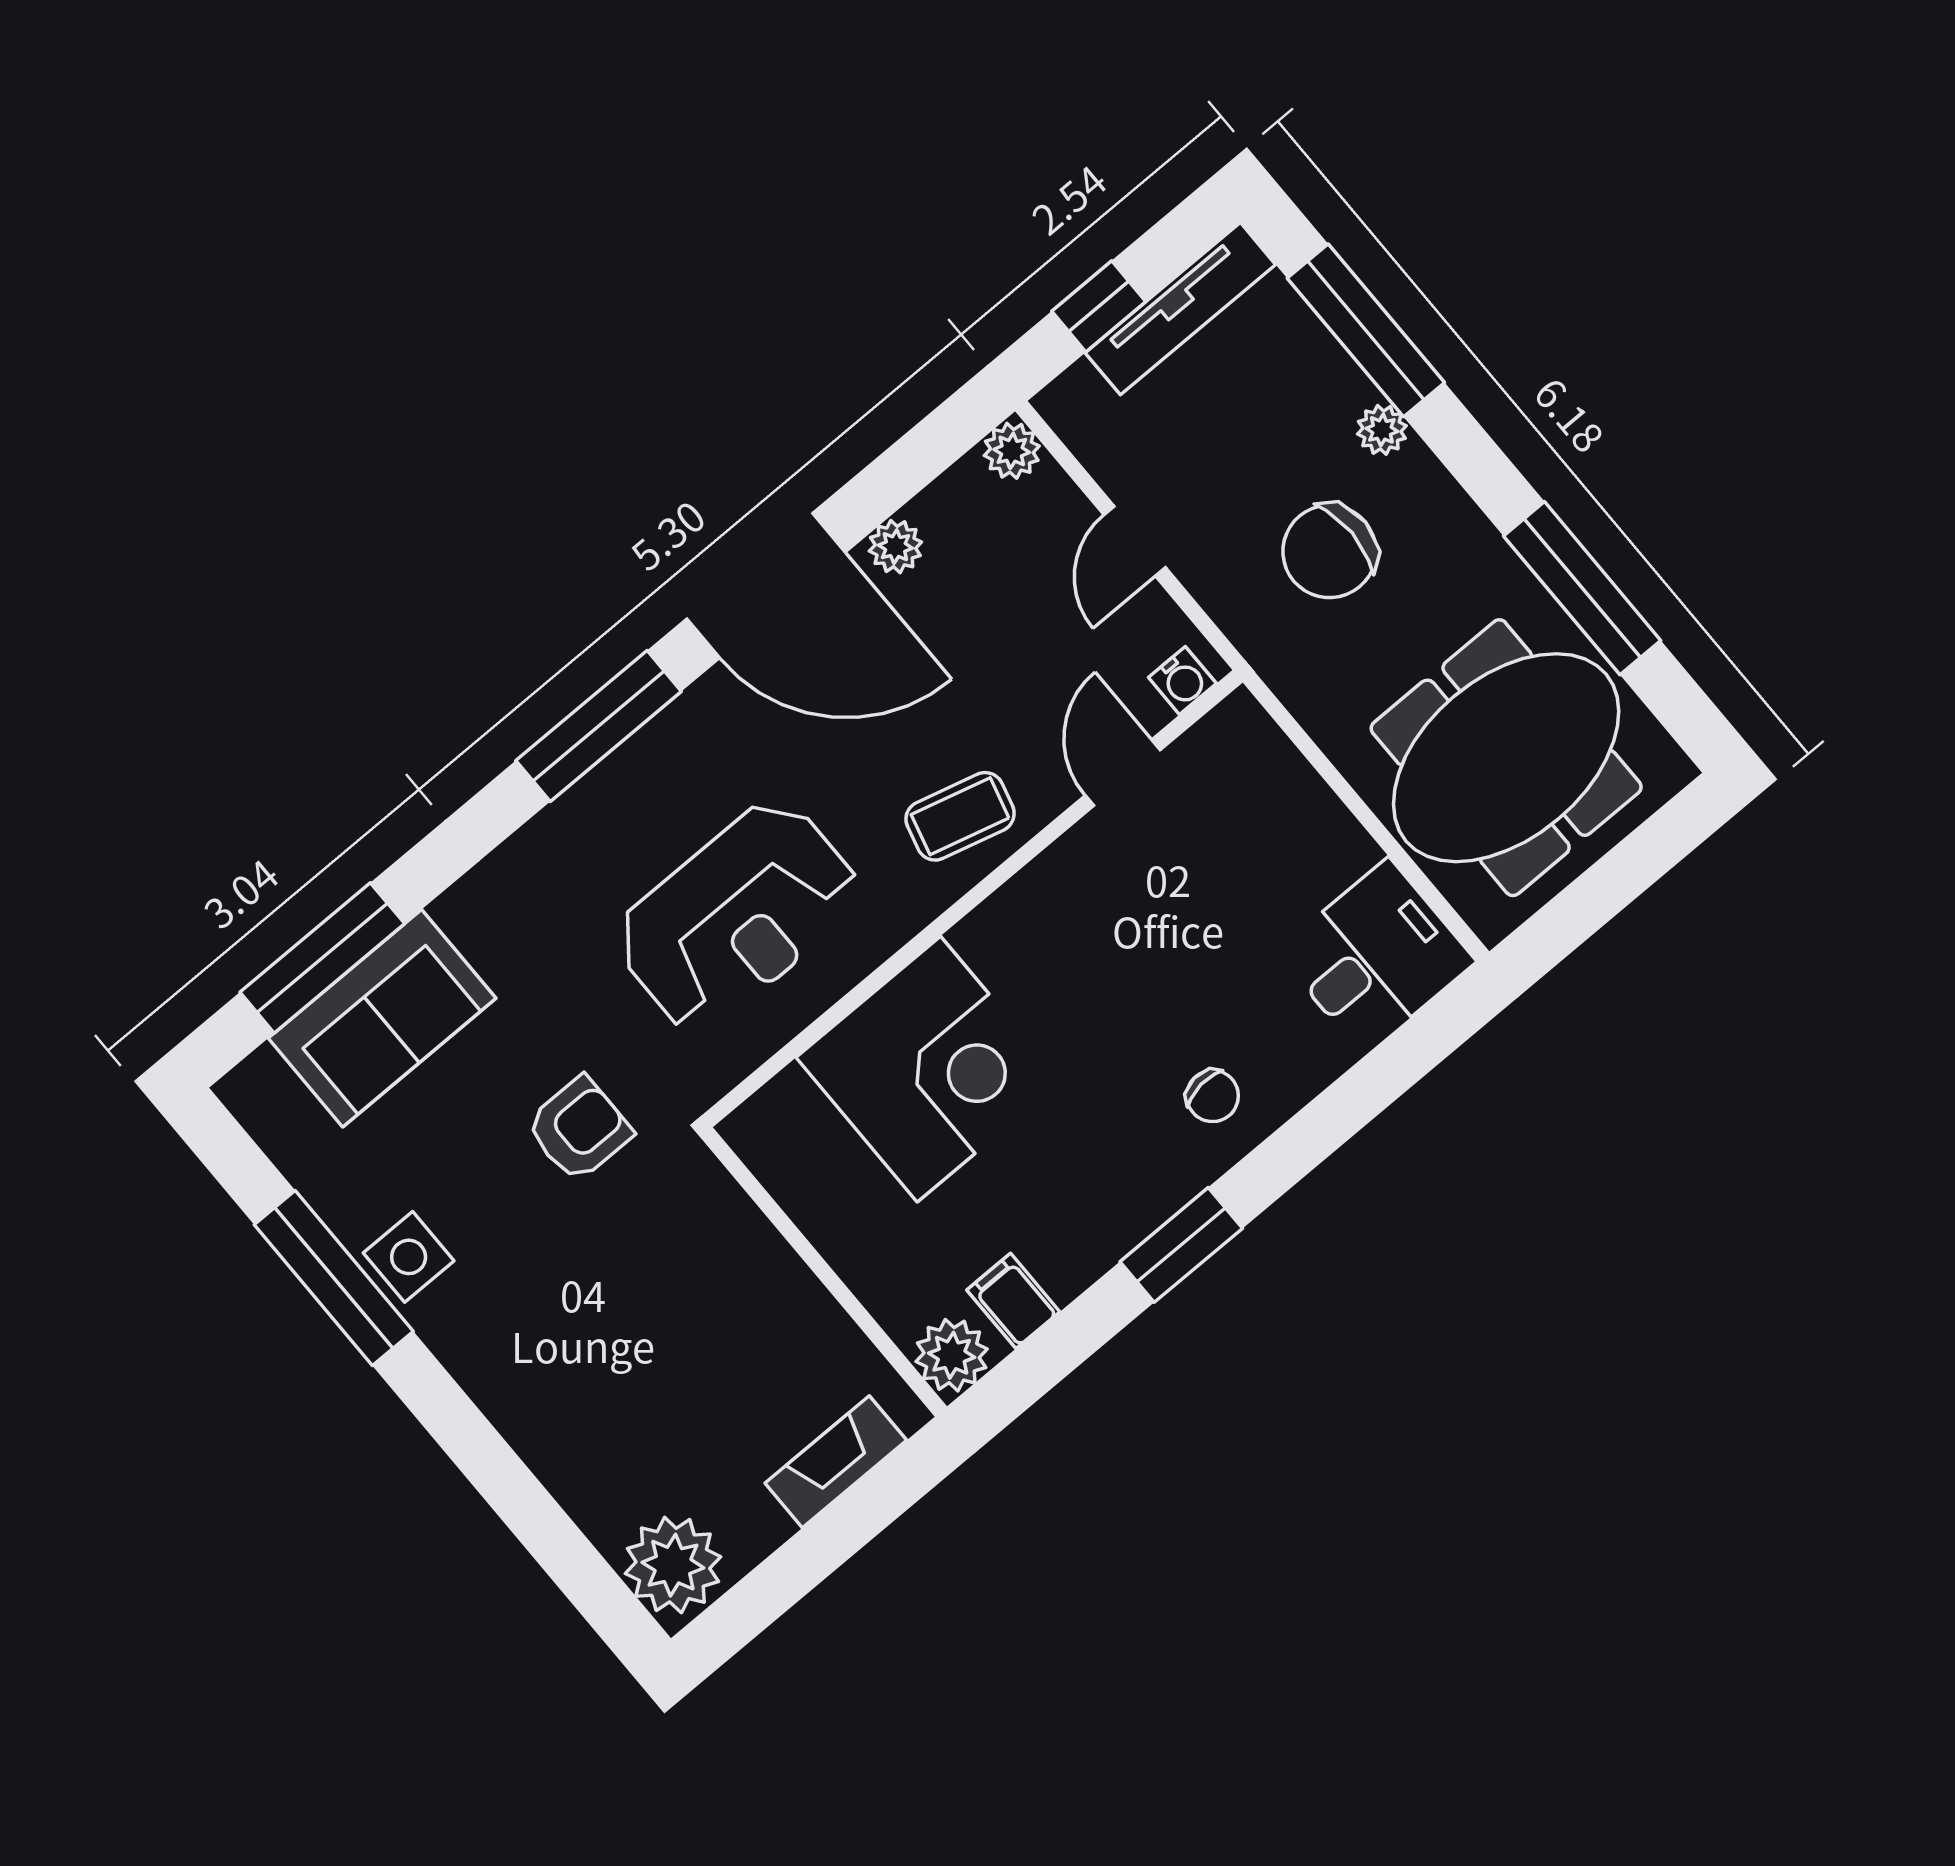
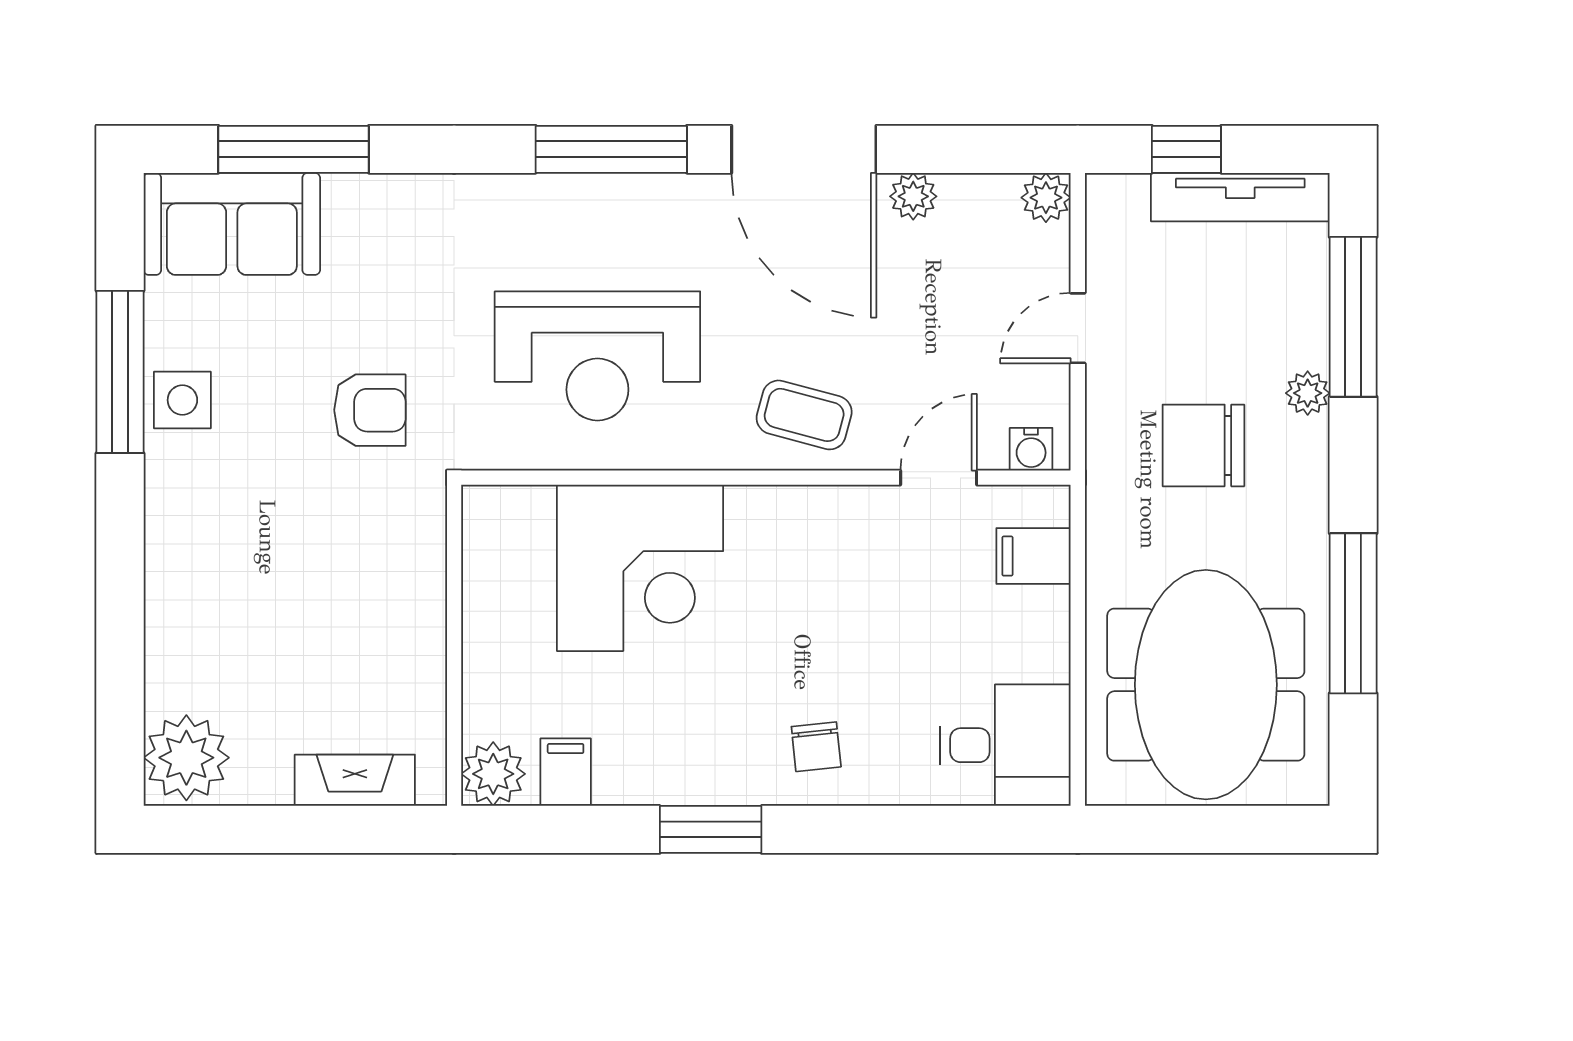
meeting table: (1506, 758) -> (1206, 685), turned 90
filing cabinet: (1262, 772) -> (1034, 556), added
sofa: (382, 1018) -> (232, 224), moved

